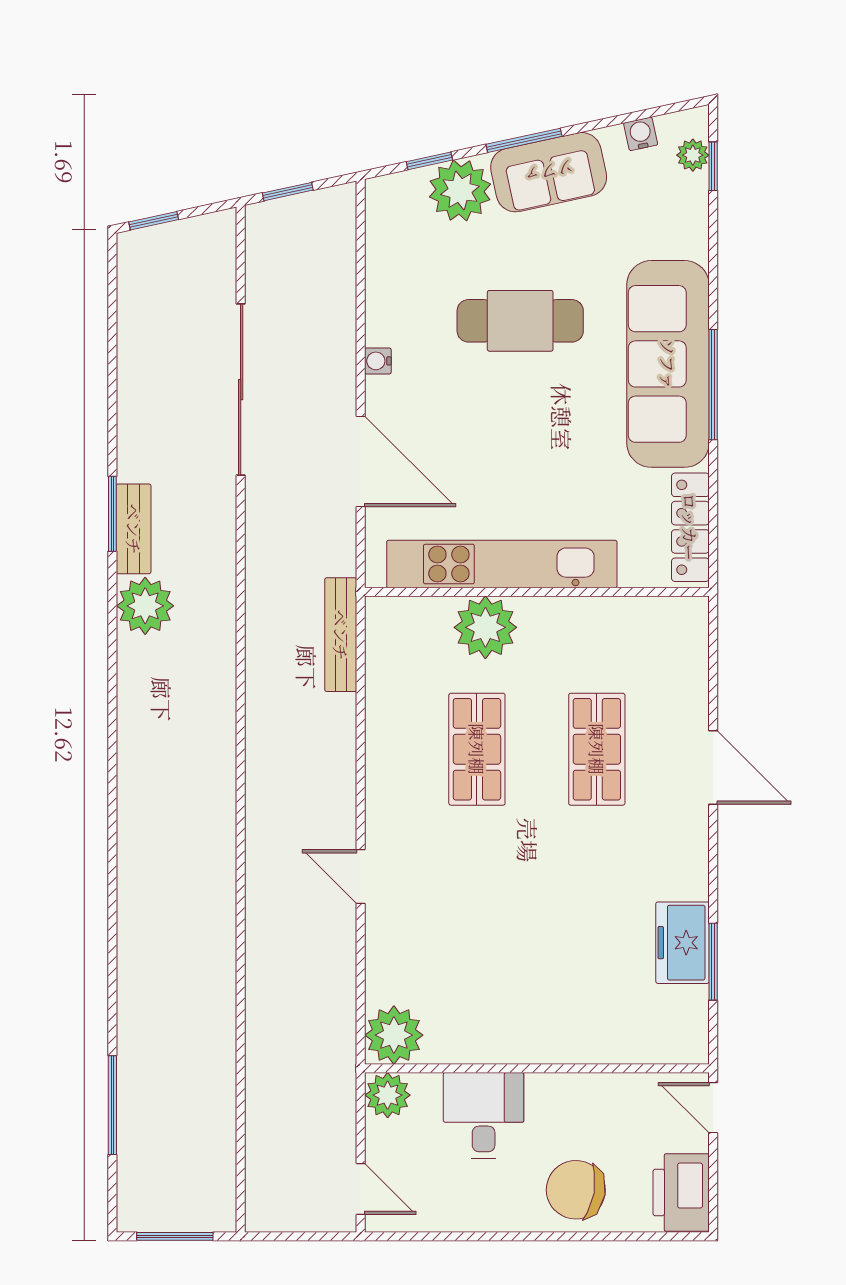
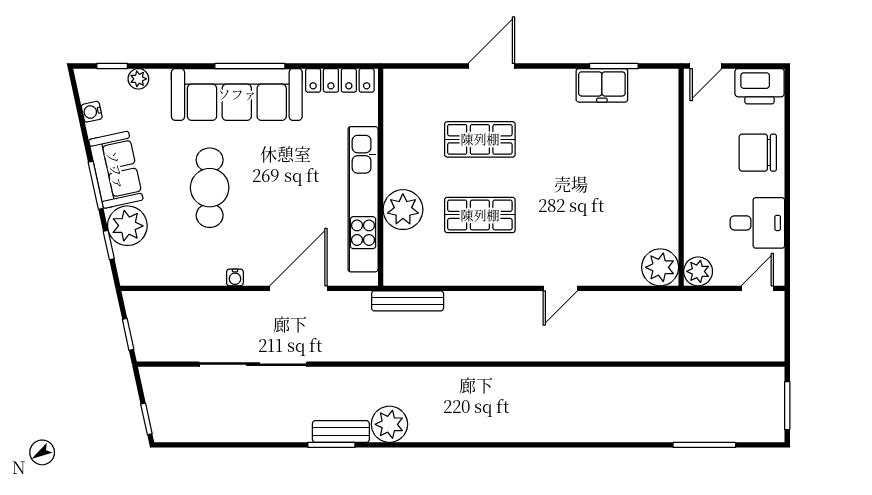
plant: (693, 155) -> (138, 79), moved
desk: (484, 1116) -> (757, 223), moved, turned 180
chair: (576, 1190) -> (758, 153), turned 80

